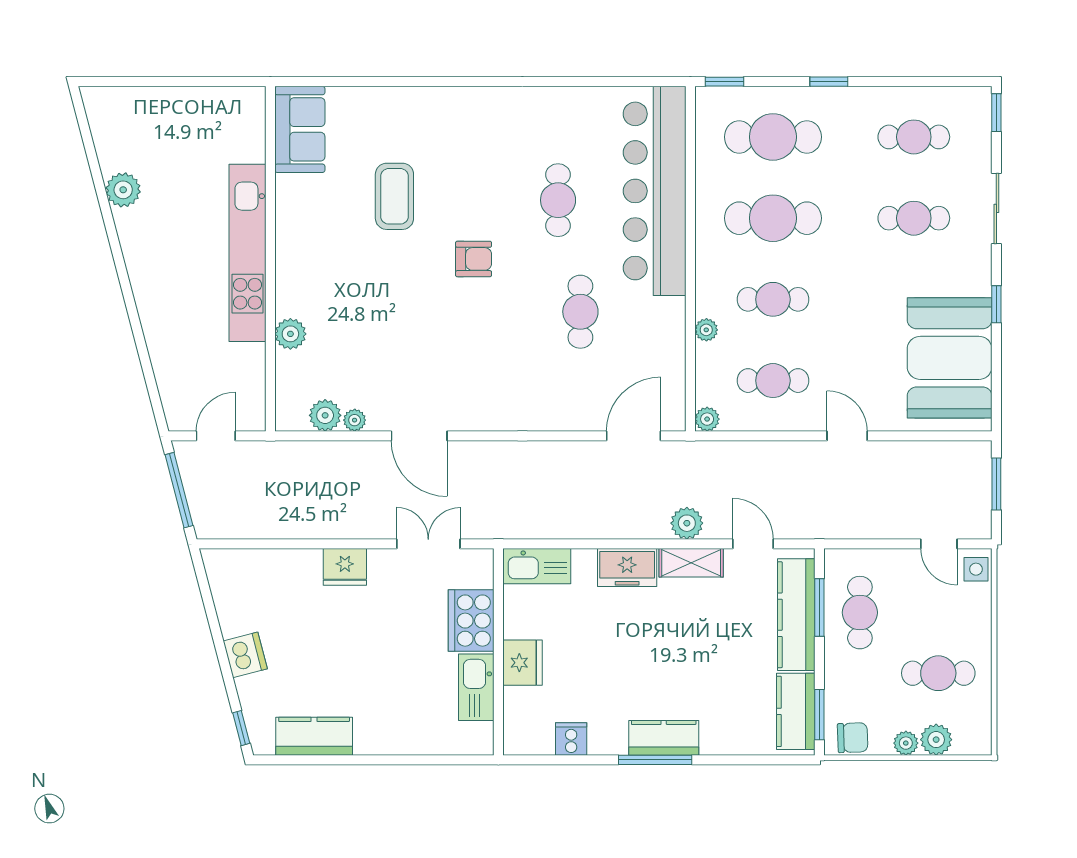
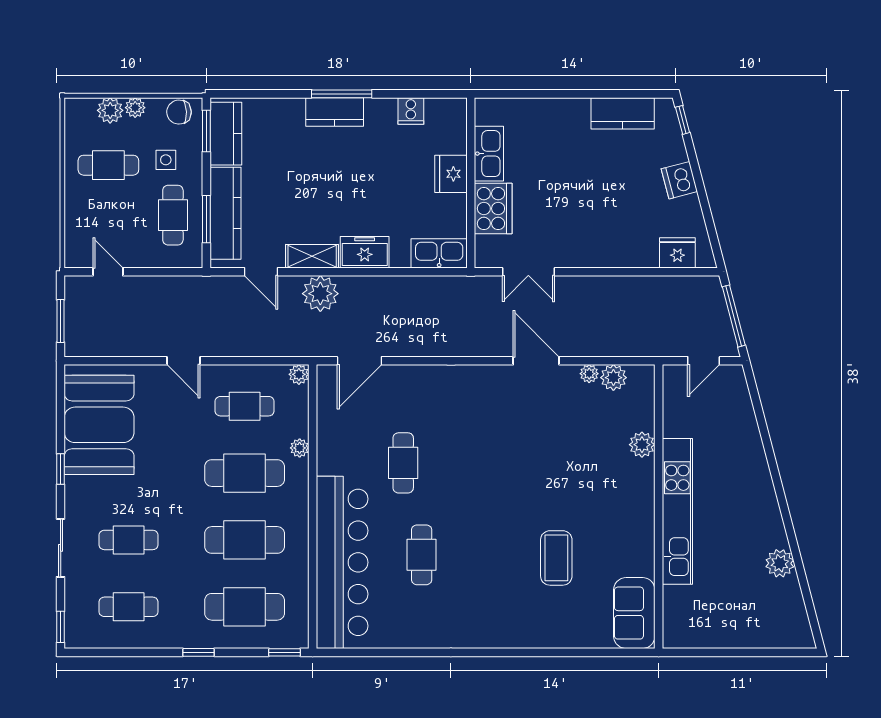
armchair: (474, 259) -> (491, 506), removed
cafe table: (773, 299) -> (245, 473), width x1.37, depth x1.35
plant: (687, 523) -> (320, 294), width x1.36, depth x1.36
fridge: (345, 567) -> (677, 253), moved
side table: (976, 569) -> (166, 160), moved

